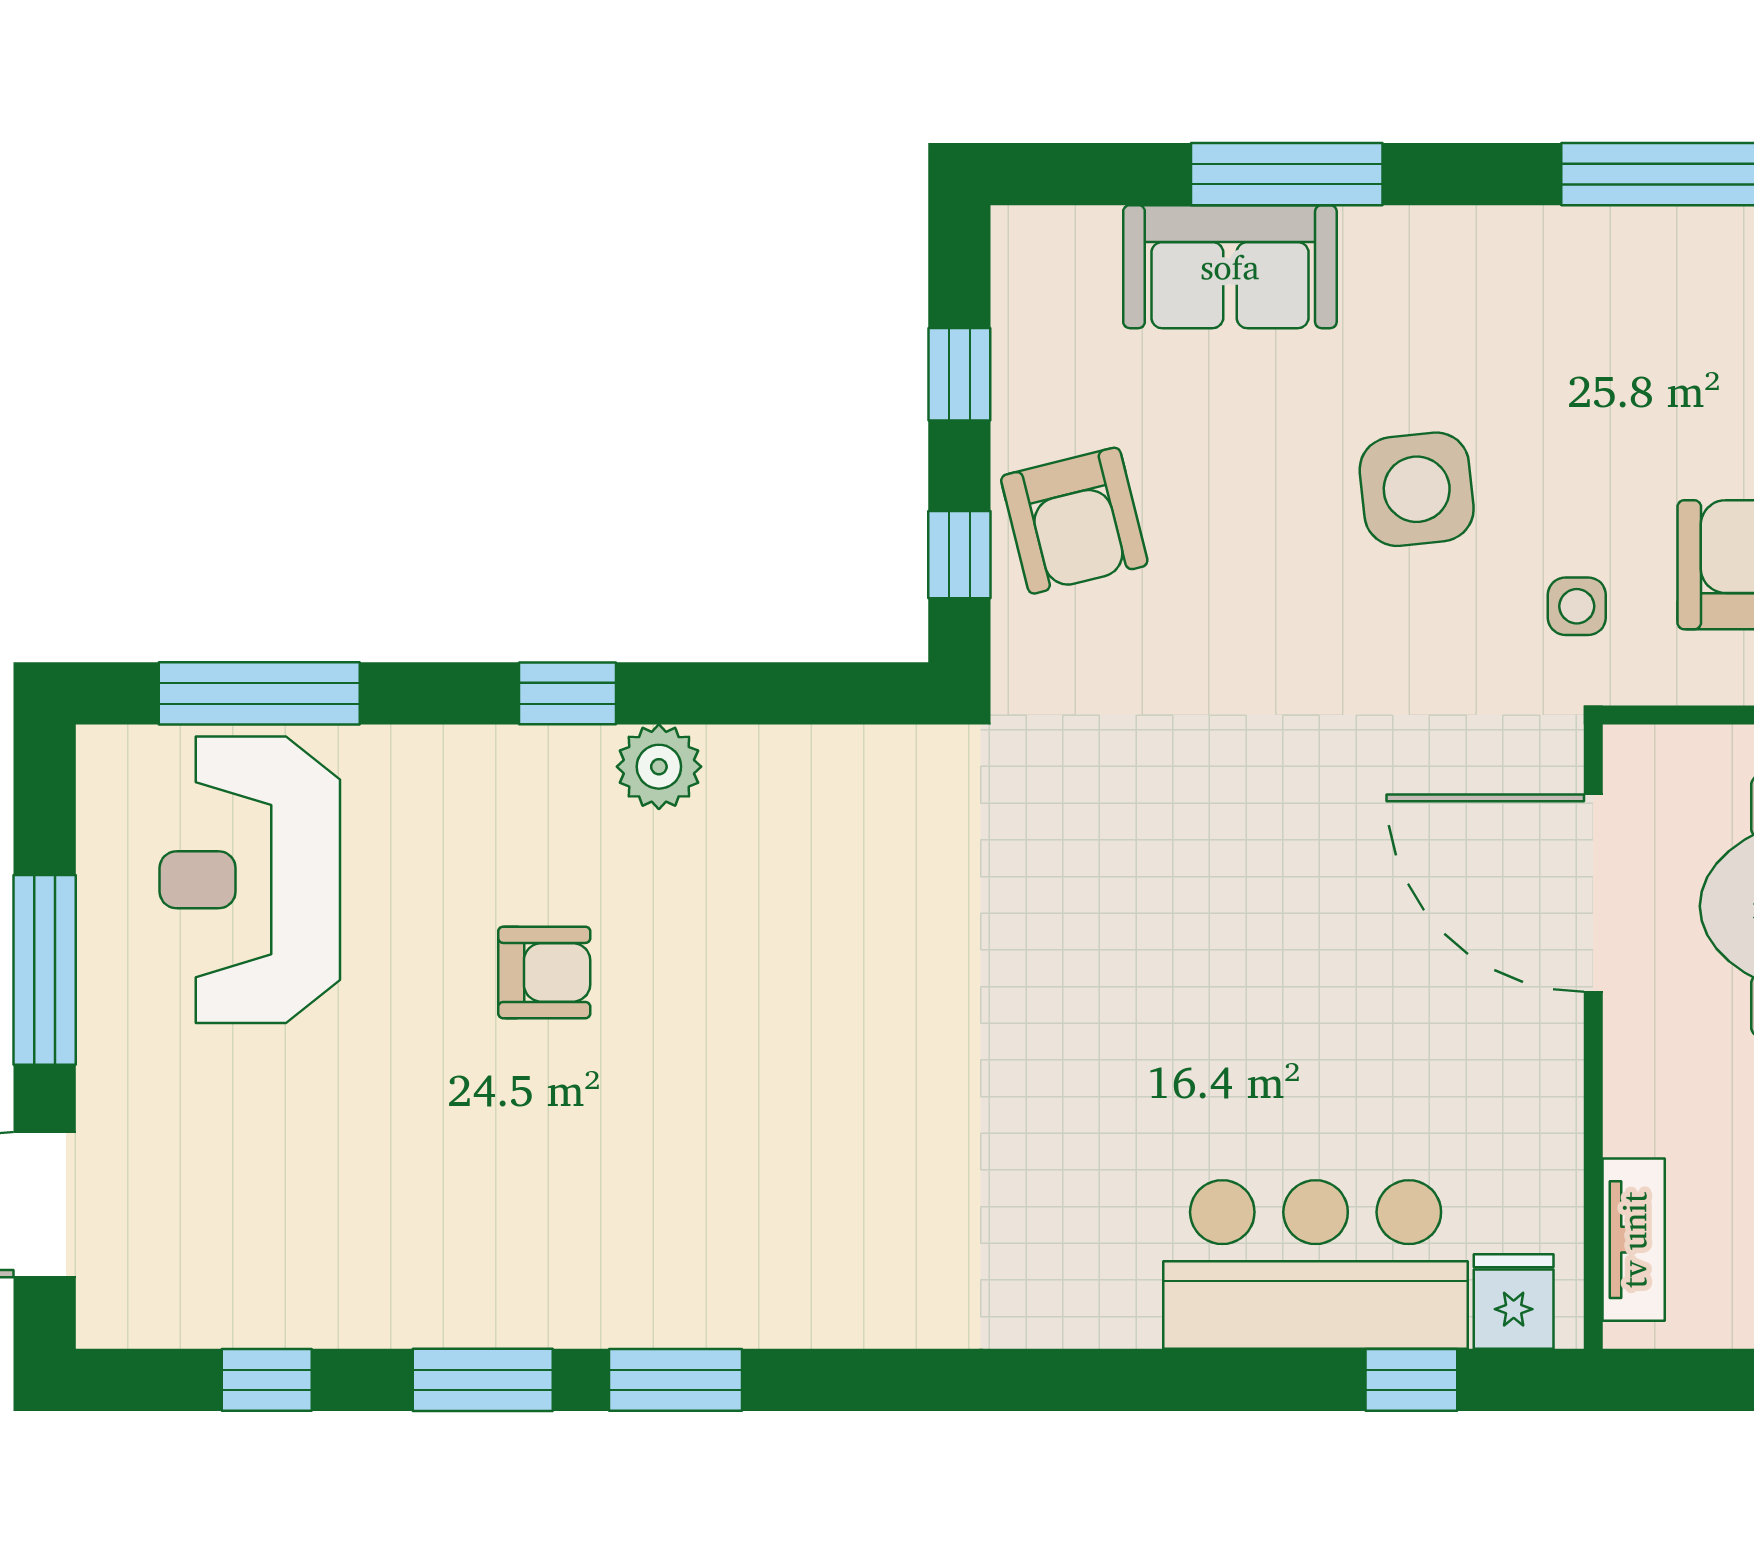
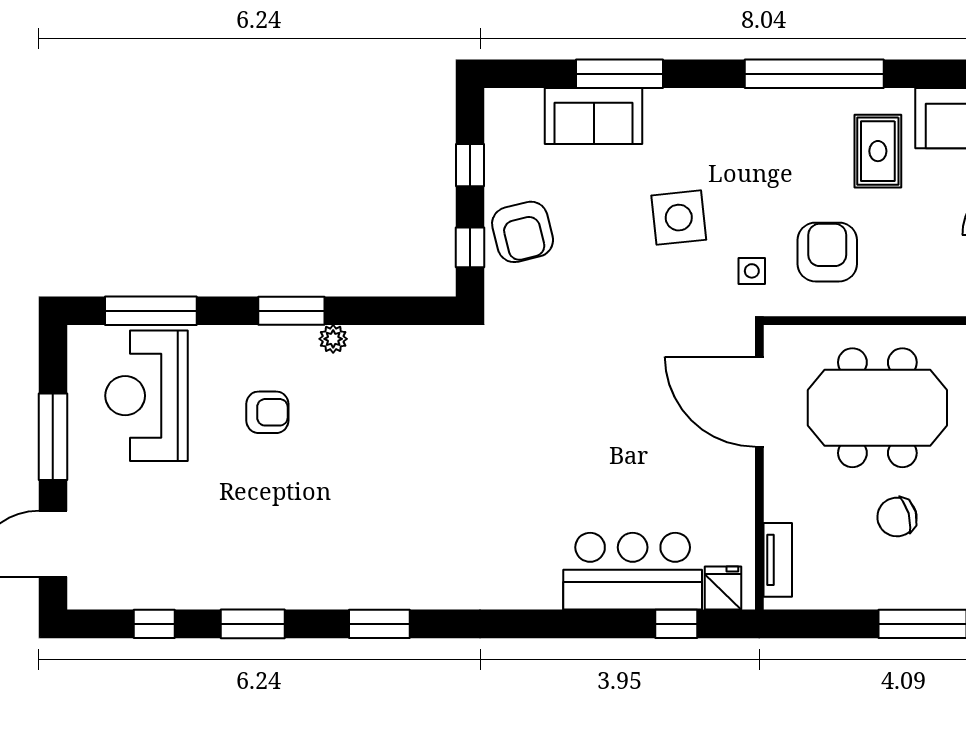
window: (567, 693) -> (291, 311), width x1.50
plant: (659, 767) -> (333, 339), width x0.73, depth x0.73
armchair: (544, 972) -> (267, 412), moved
window: (675, 1380) -> (379, 624), moved

